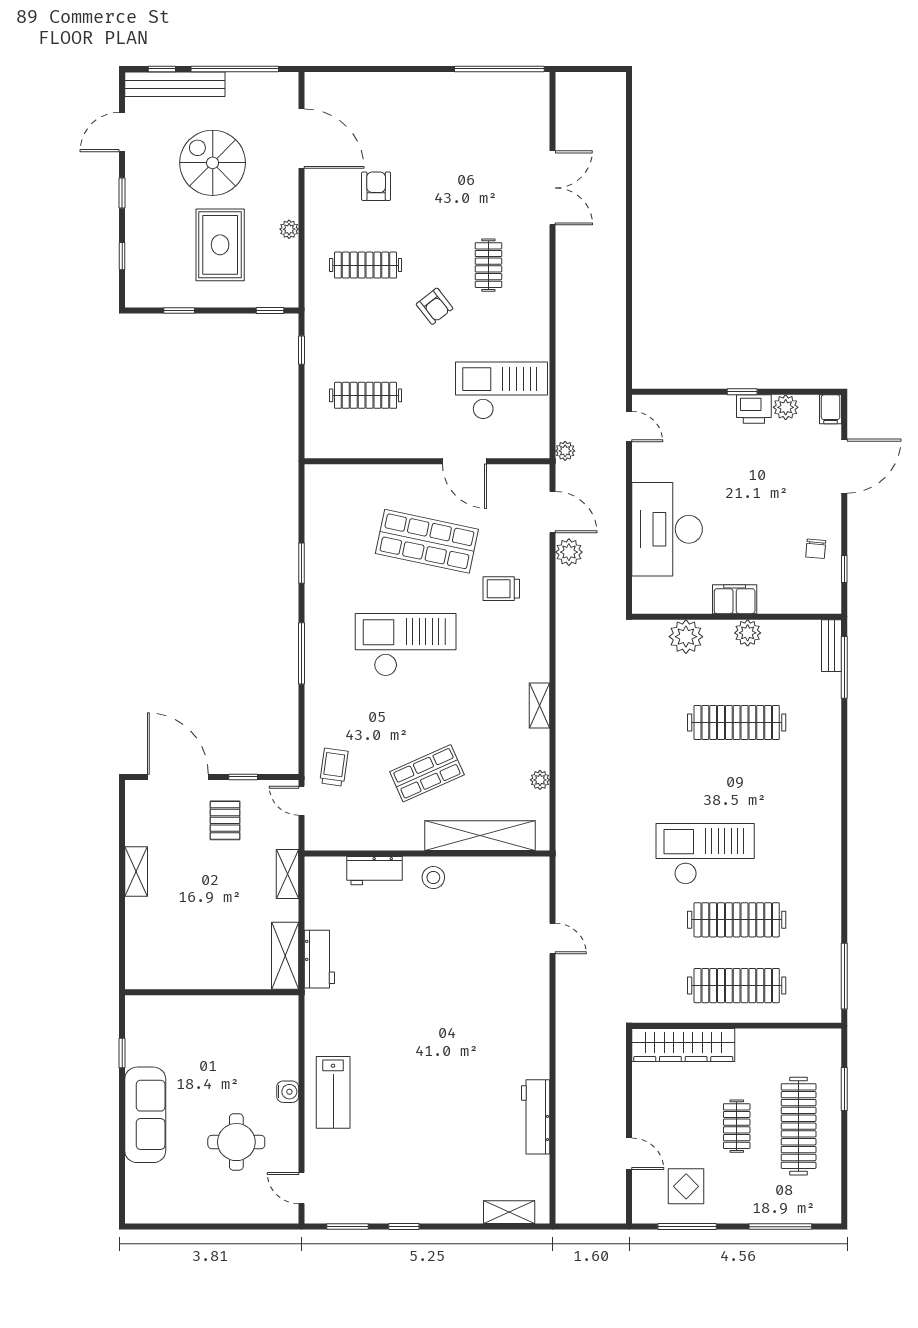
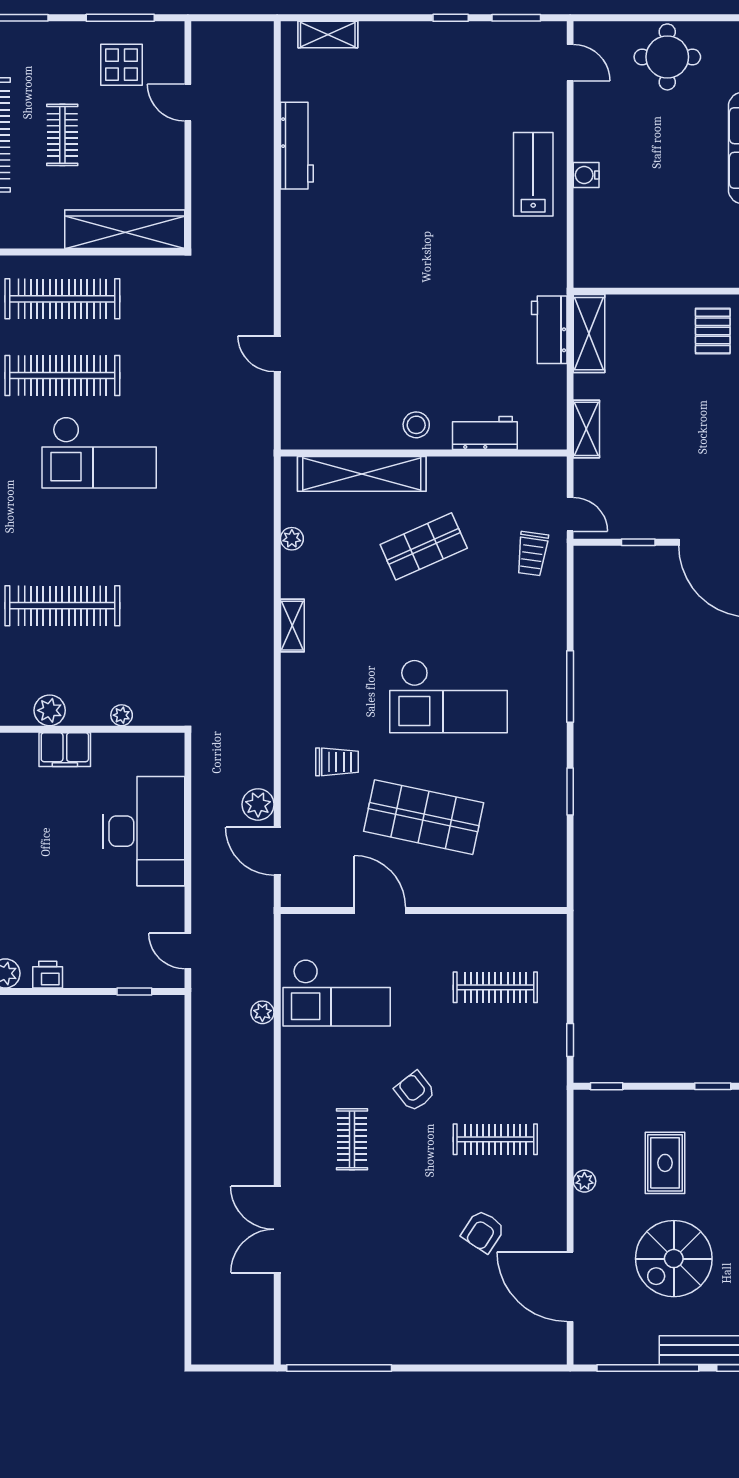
spiral stairs: (213, 163) -> (674, 1259), turned 90
armchair: (376, 186) -> (483, 1231), turned 33
rug: (220, 245) -> (665, 1163), width x0.73, depth x0.70
window: (742, 392) -> (134, 991), moved
printer: (754, 409) -> (48, 975), width x0.73, depth x0.81
plant: (565, 451) -> (262, 1012), moved
plant: (686, 637) -> (122, 715), width x0.53, depth x0.53
pallet: (225, 820) -> (713, 331), moved
round table: (236, 1142) -> (667, 57), moved

